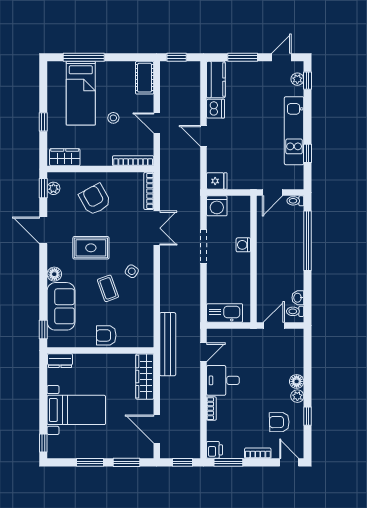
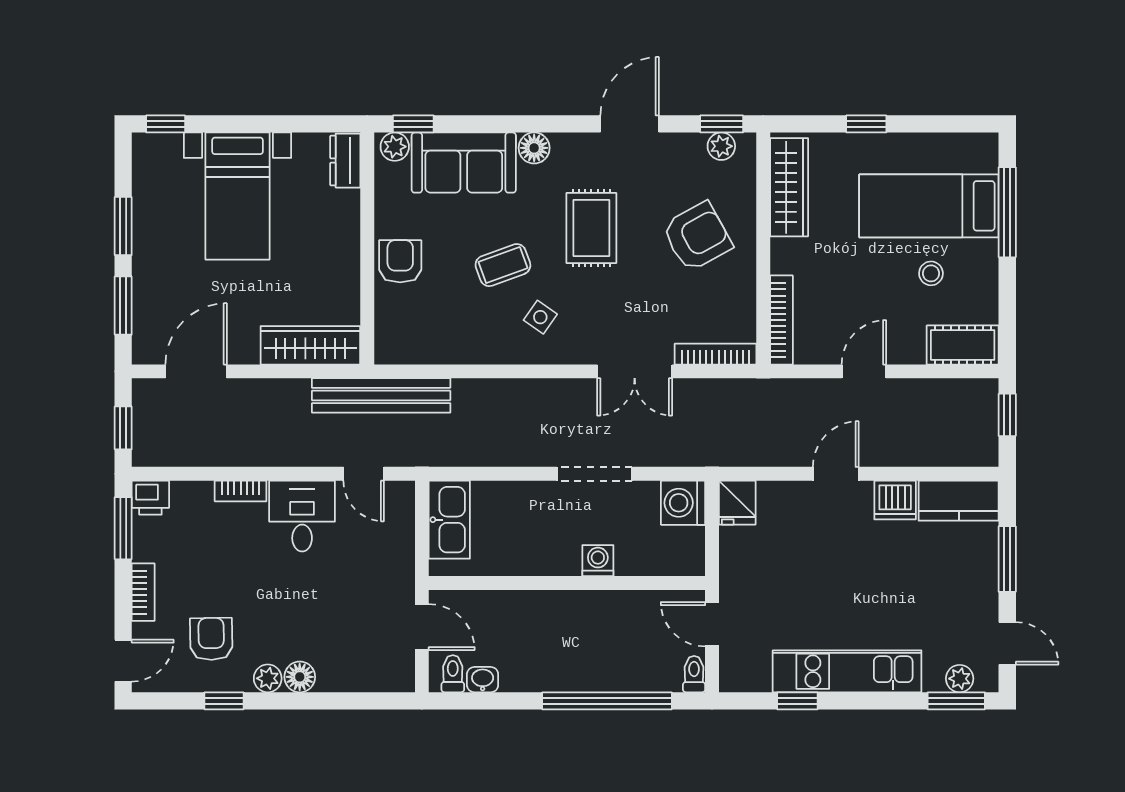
window: (308, 81) -> (956, 701), width x1.50
stool: (113, 118) -> (931, 273), moved
wardrobe: (65, 157) -> (789, 187), width x1.50
plant: (54, 338) -> (395, 147), added

